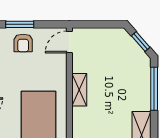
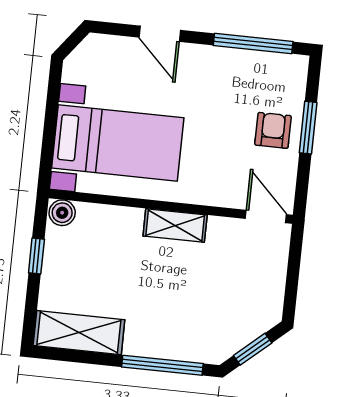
armchair: (23, 43) -> (273, 130), turned 90

